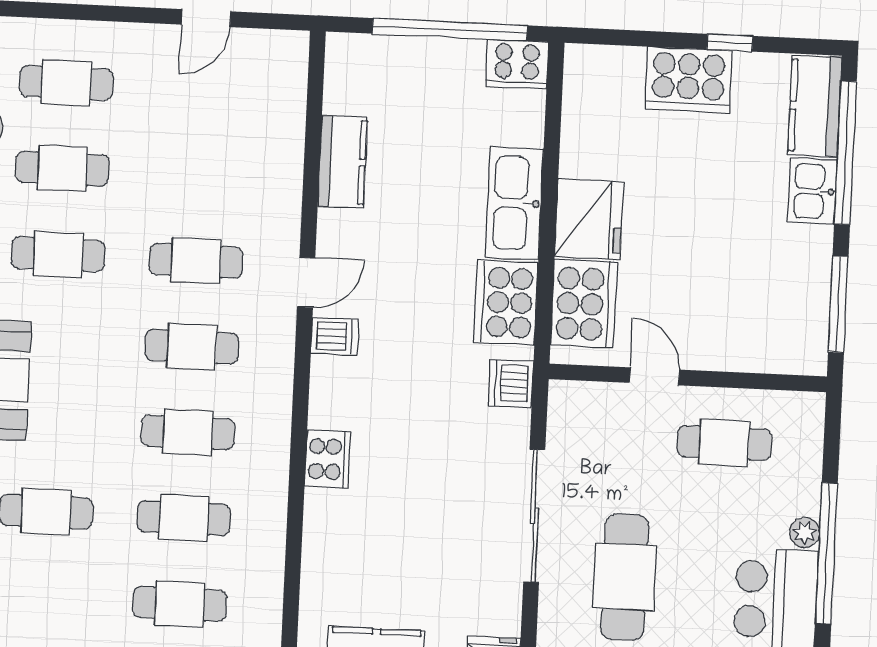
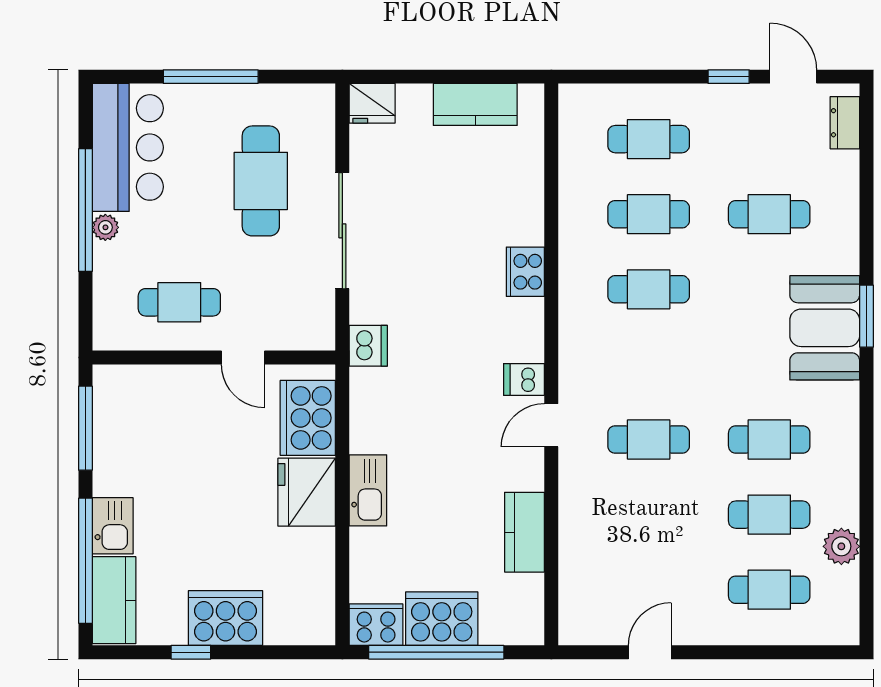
kitchen sink: (515, 203) -> (368, 490), width x0.73, depth x0.81
cooker: (506, 303) -> (442, 619), moved, turned -90
cafe table: (192, 347) -> (649, 364), removed

